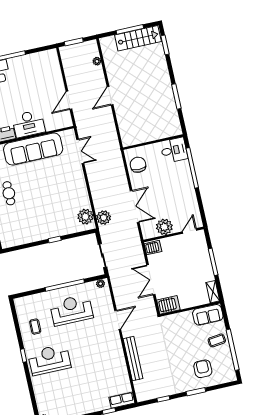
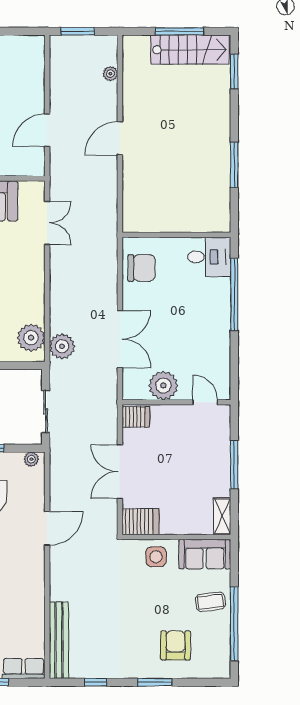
chair: (138, 165) -> (142, 268), turned 90
door: (190, 231) -> (205, 402), hinge flipped
side table: (181, 322) -> (156, 557), added
bench: (133, 359) -> (59, 640), moved

